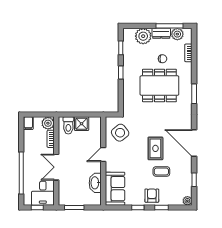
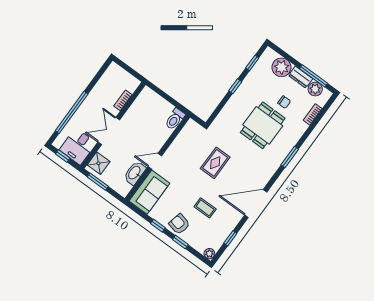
dining table: (159, 86) -> (263, 125), width x0.73
filing cabinet: (28, 123) -> (113, 70), removed
plant: (48, 123) -> (131, 84), removed
shower: (82, 124) -> (99, 163), moved
toilet: (68, 125) -> (175, 119), moved
side table: (120, 133) -> (193, 143), removed
door: (194, 143) -> (256, 204), hinge flipped
rug: (155, 148) -> (215, 163), moved
door: (103, 155) -> (155, 161), moved
armchair: (152, 196) -> (179, 224), turned -77

